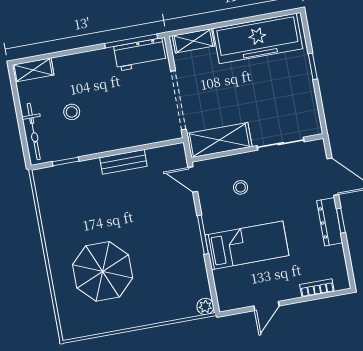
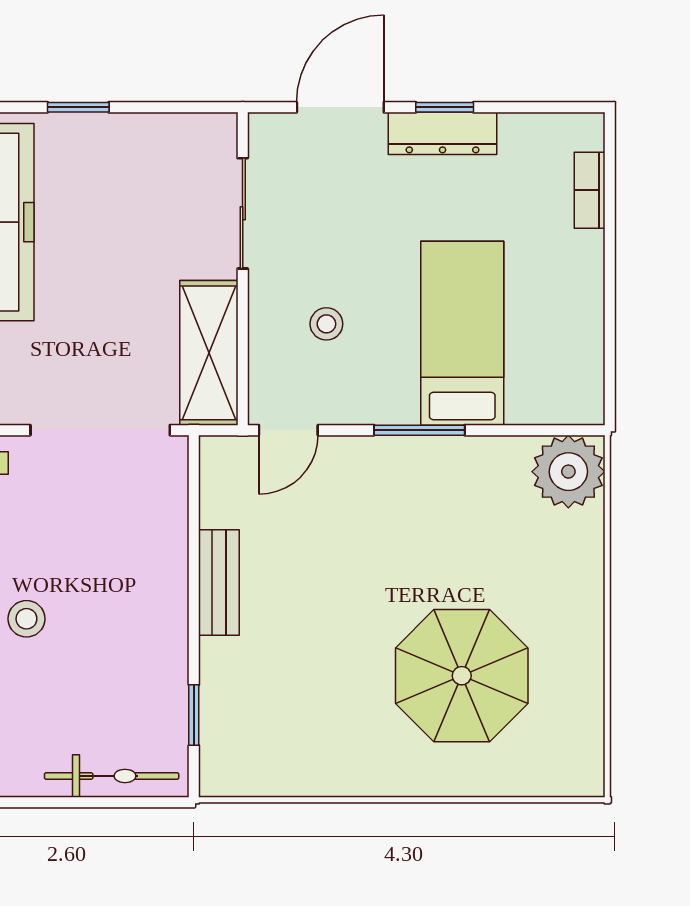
stool: (72, 112) -> (26, 619), moved
plant: (205, 306) -> (568, 472), width x1.87, depth x1.87
door: (267, 306) -> (610, 313), removed

